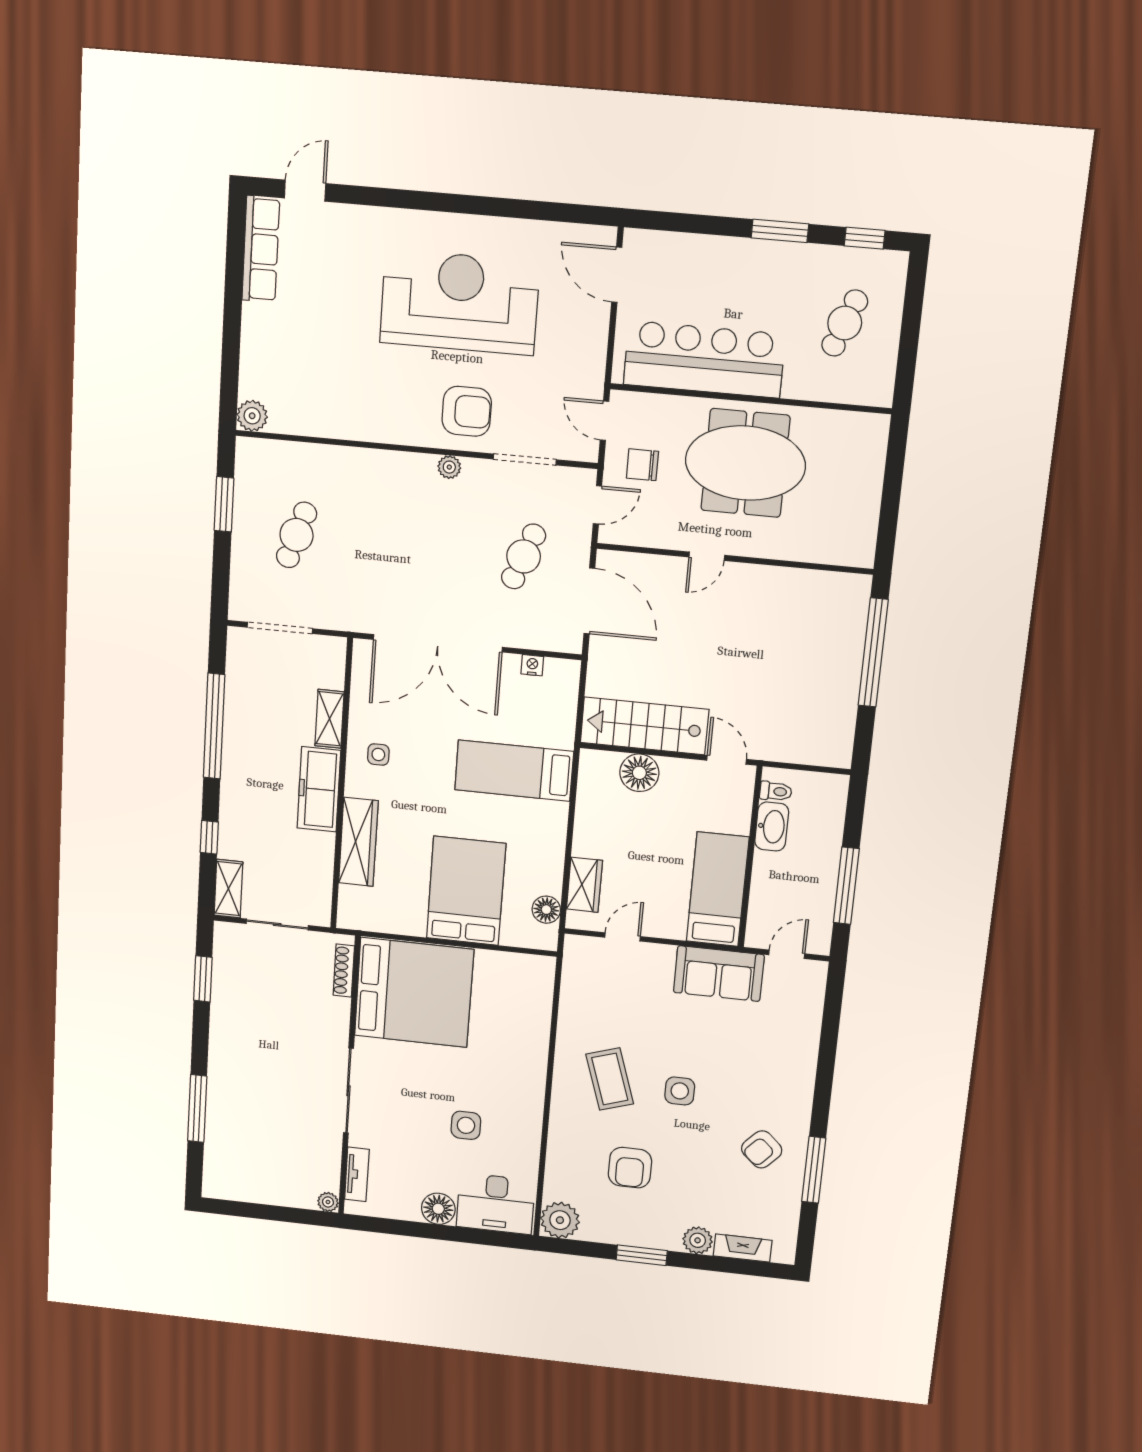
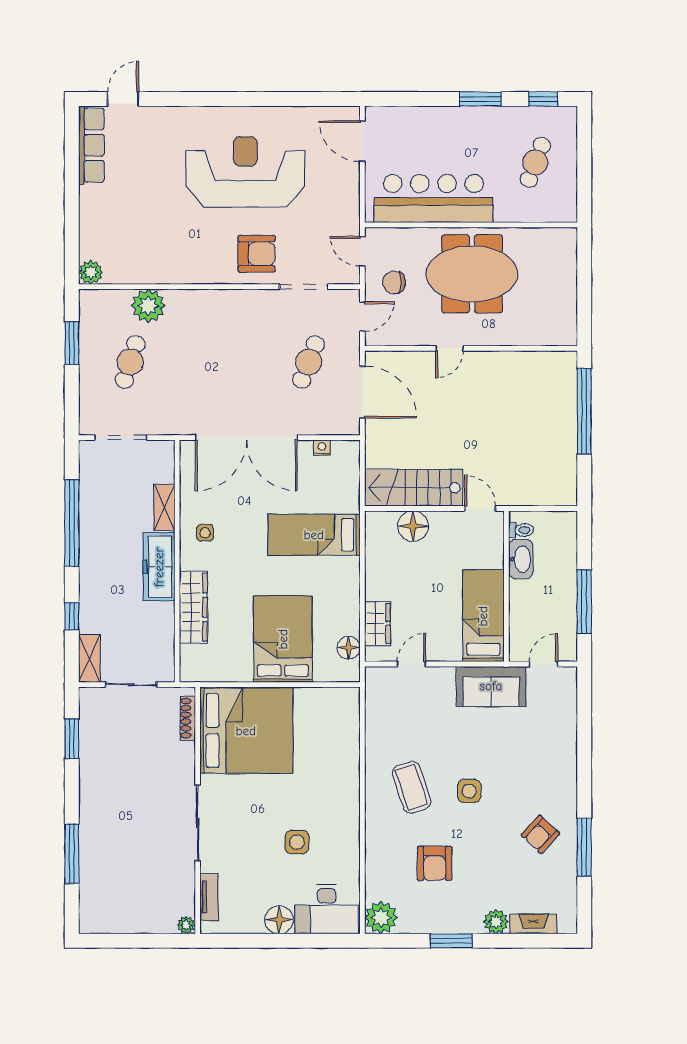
plant: (449, 467) -> (148, 306), moved, width x1.87, depth x1.87

